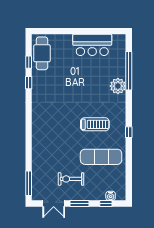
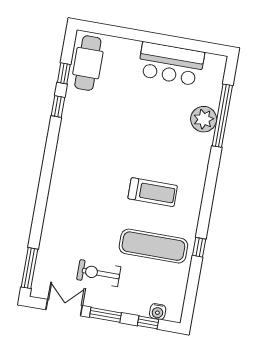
plant: (118, 86) -> (204, 119), moved
window: (129, 132) -> (199, 247), moved
double door: (54, 203) -> (64, 308), swing flipped

